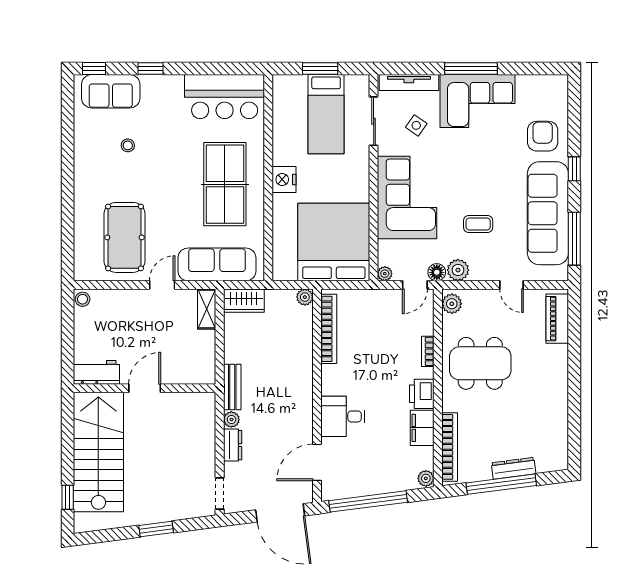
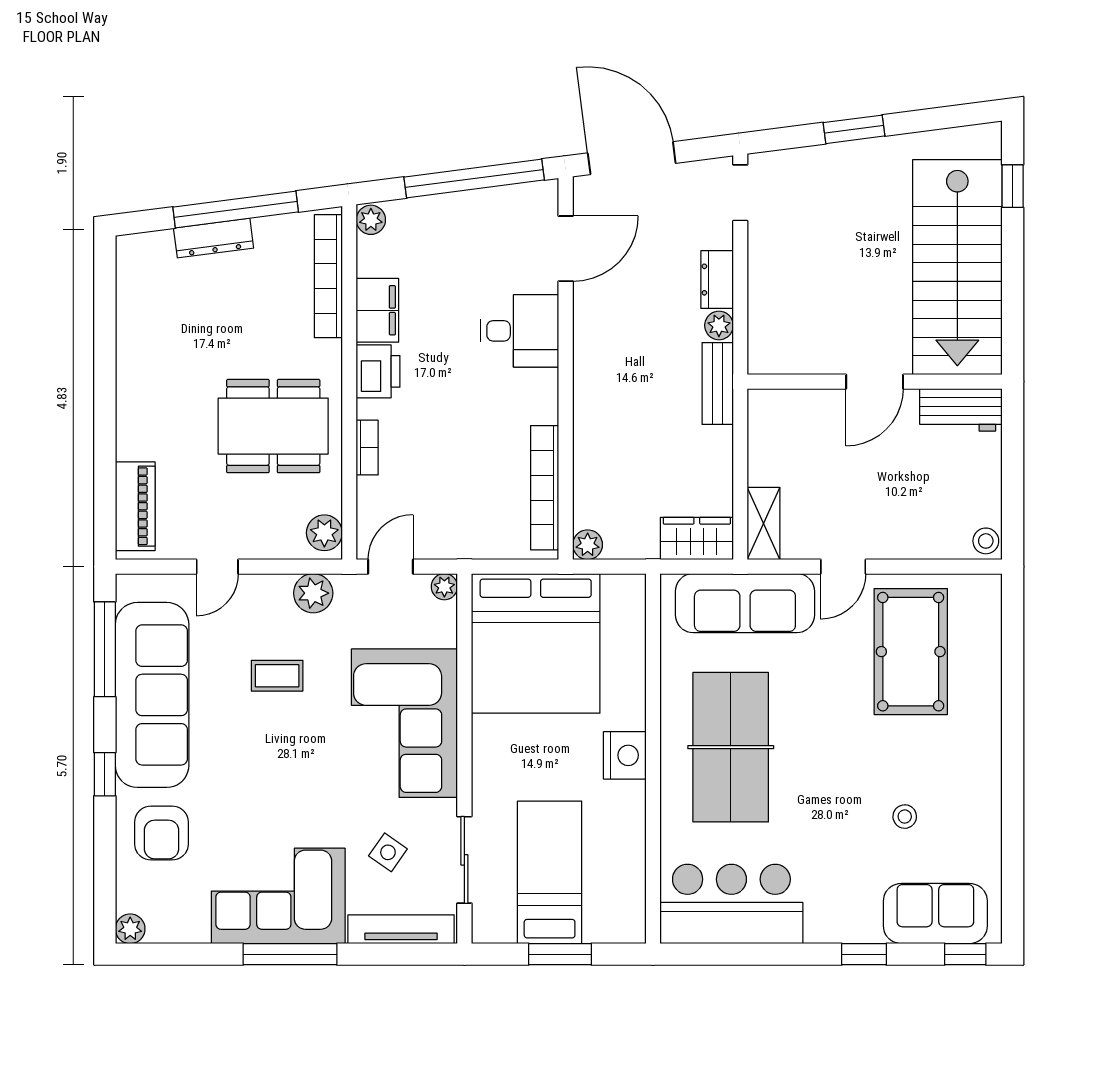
plant: (560, 83) -> (130, 929), added
floor lamp: (437, 272) -> (351, 589), removed
door: (511, 285) -> (217, 567), swing flipped

